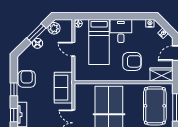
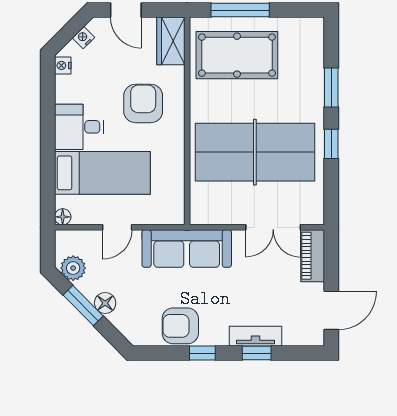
sofa: (63, 88) -> (187, 248), width x1.36

